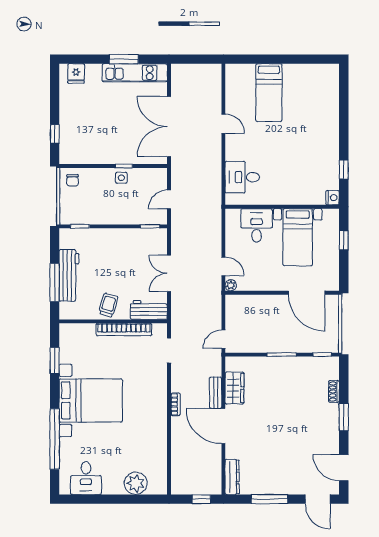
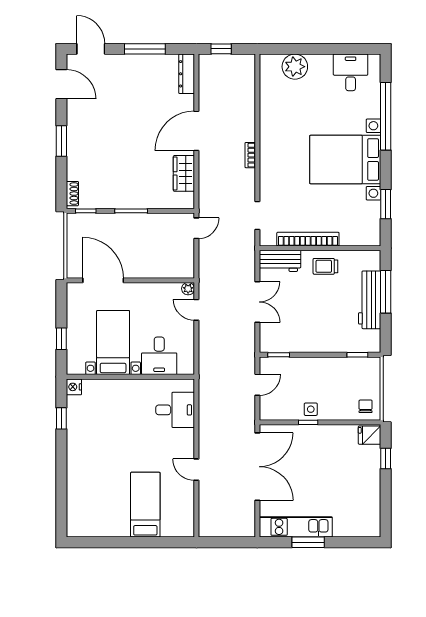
fridge: (76, 74) -> (369, 435), moved, turned -90
trolley: (108, 305) -> (325, 266), turned 74
shoe rack: (334, 392) -> (72, 194), moved
bench: (216, 393) -> (205, 168), removed
door: (223, 426) -> (196, 131), swing flipped

